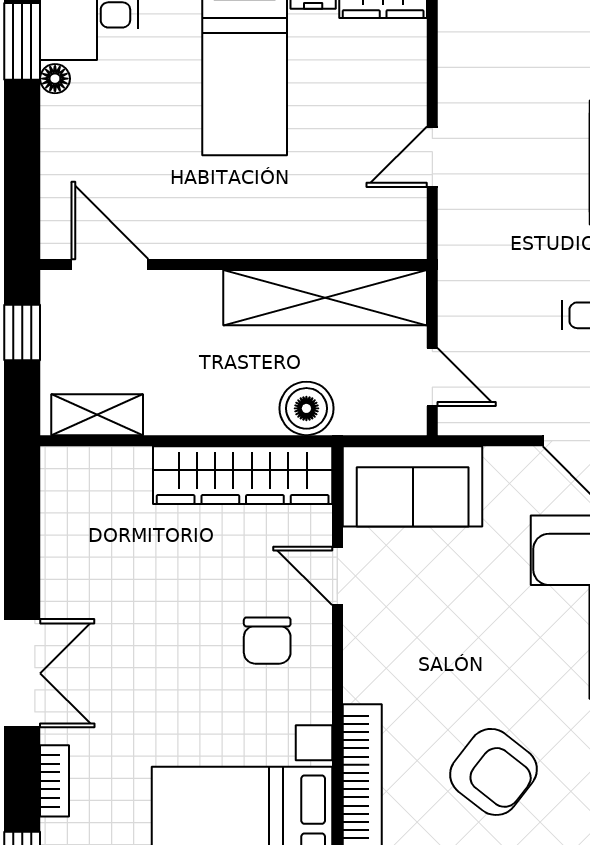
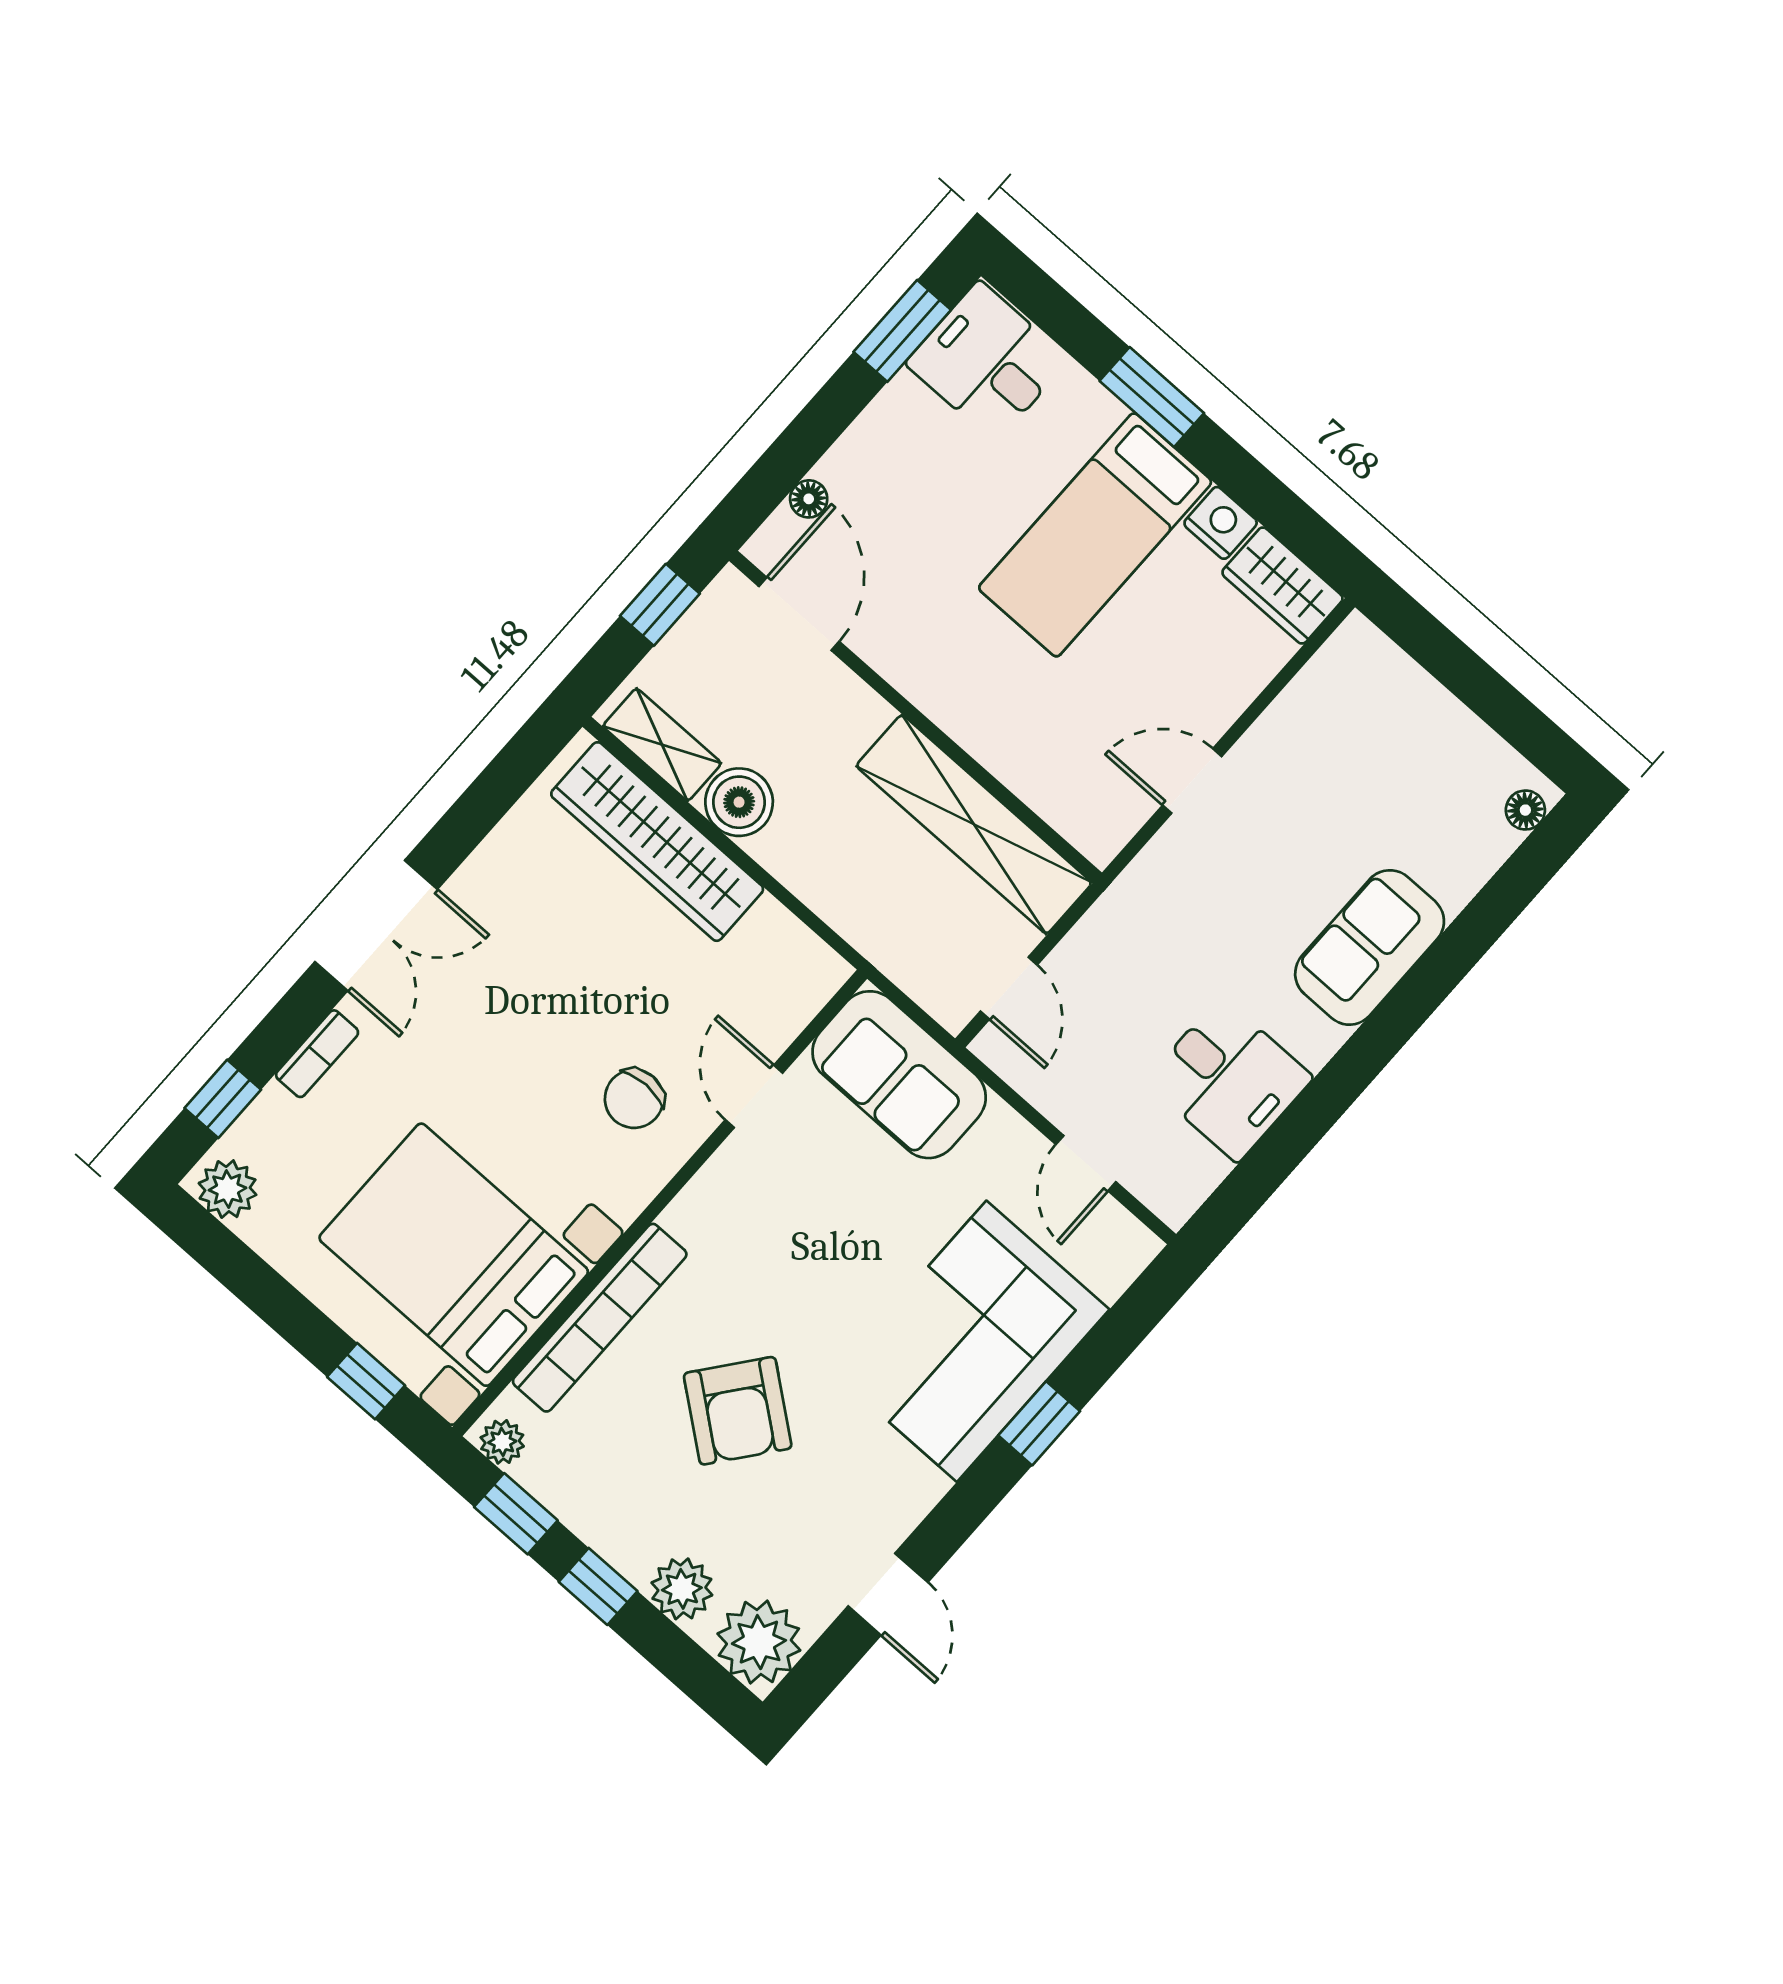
floor lamp: (55, 79) -> (809, 499), moved
boiler: (306, 408) -> (739, 802), moved
wardrobe: (243, 475) -> (657, 842), moved

